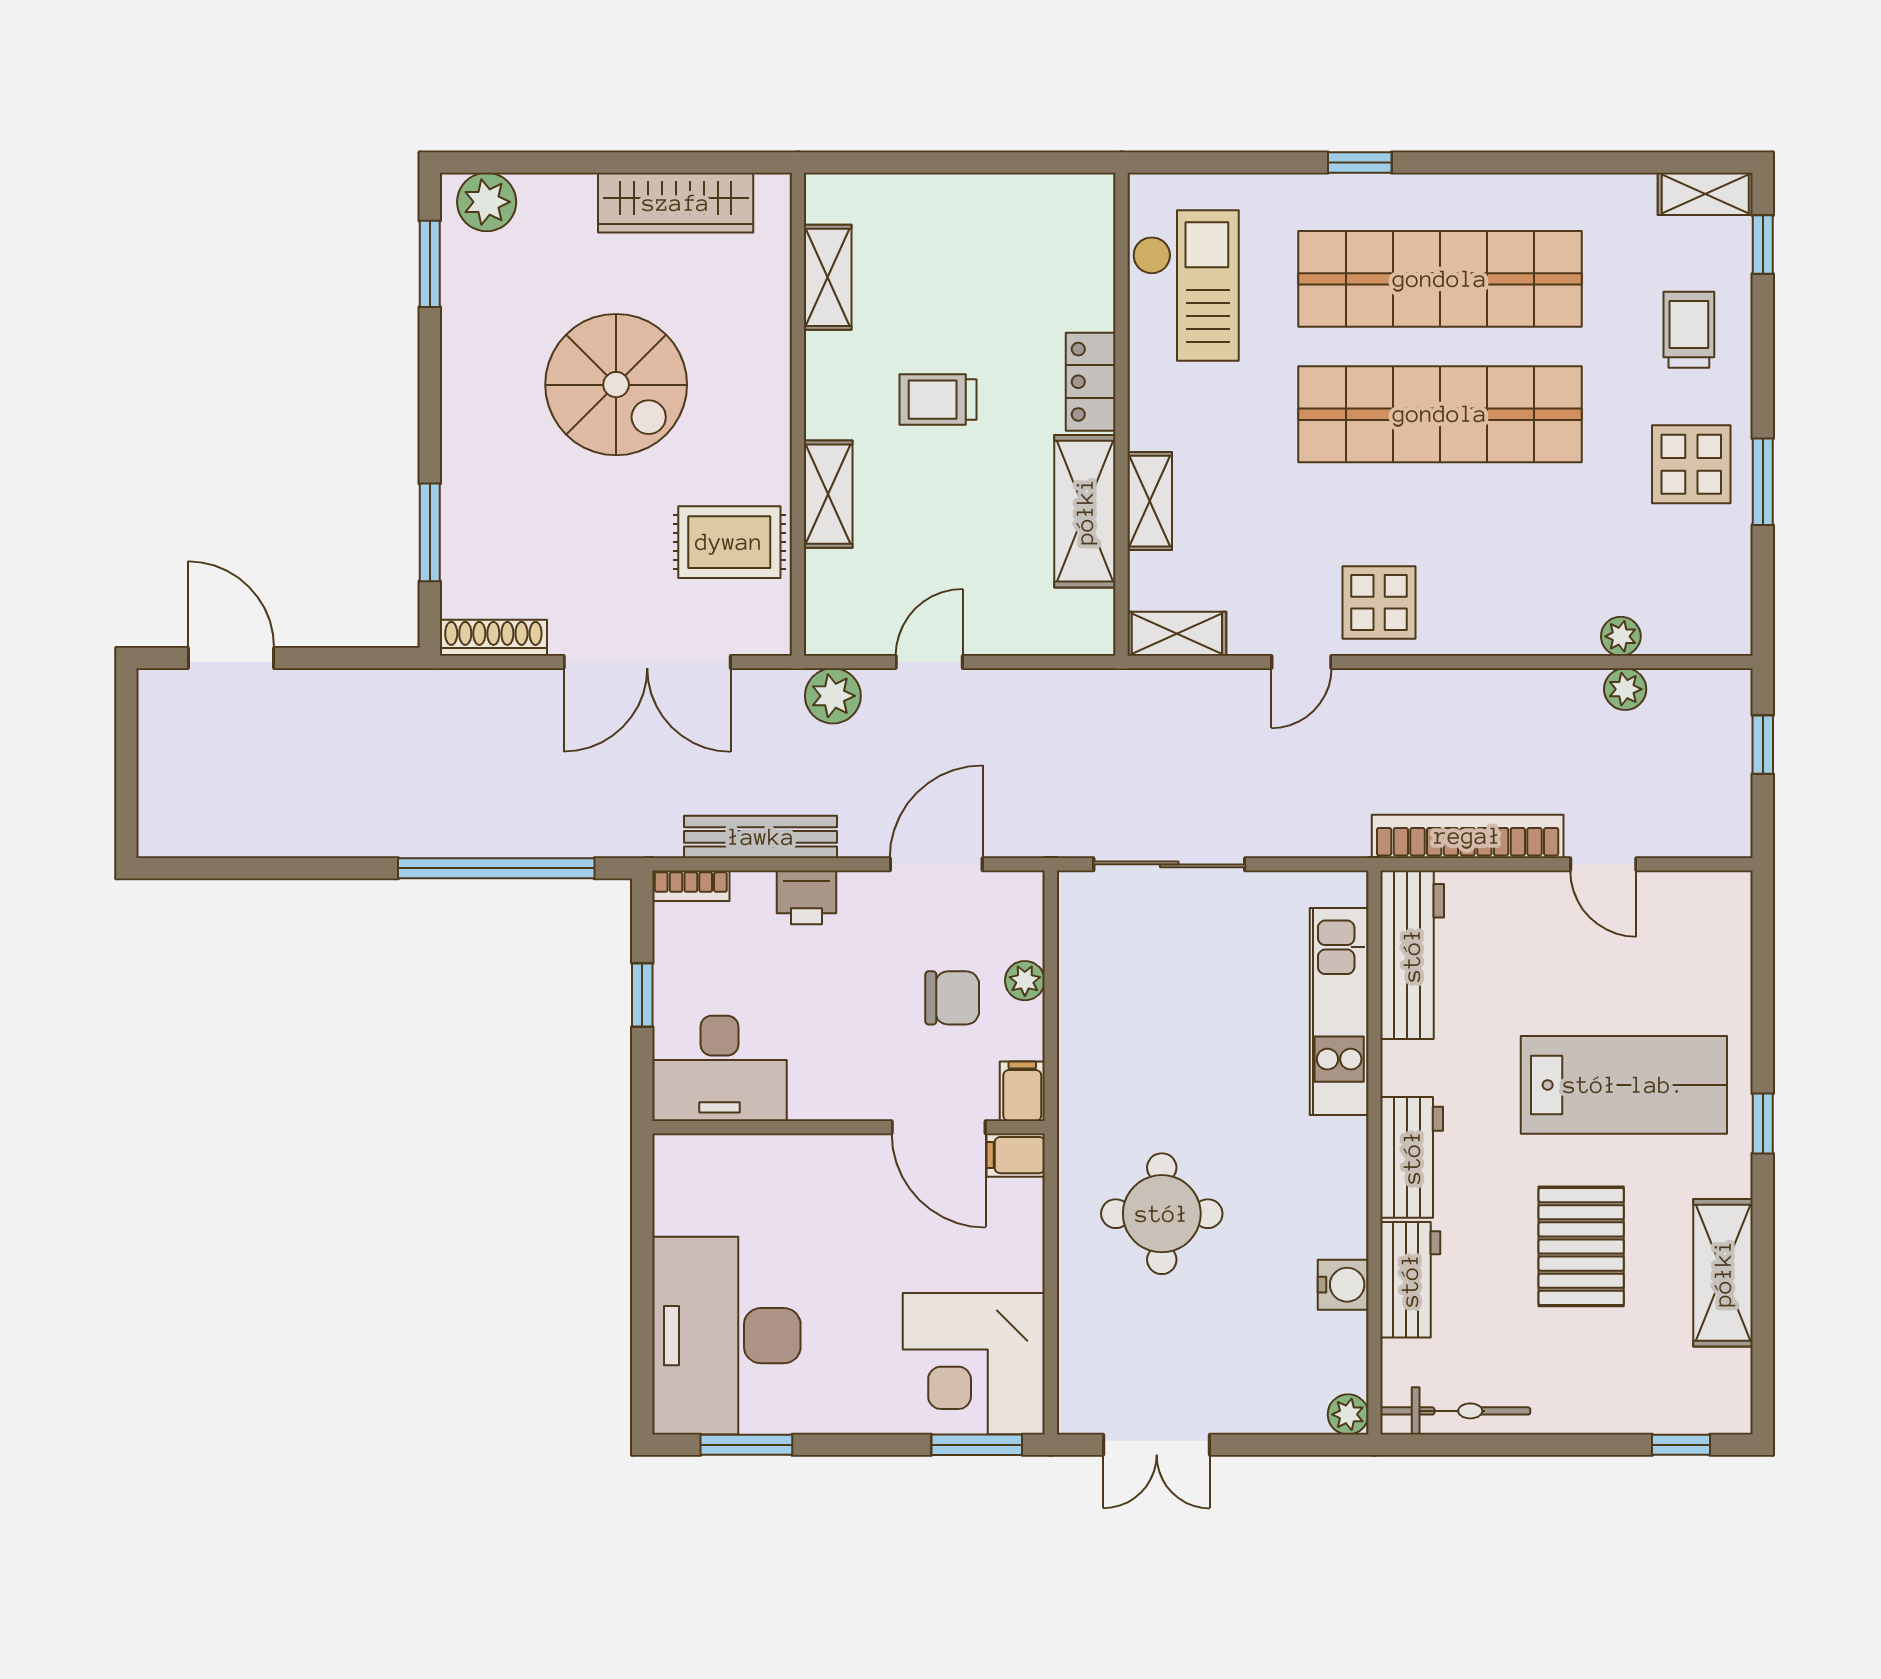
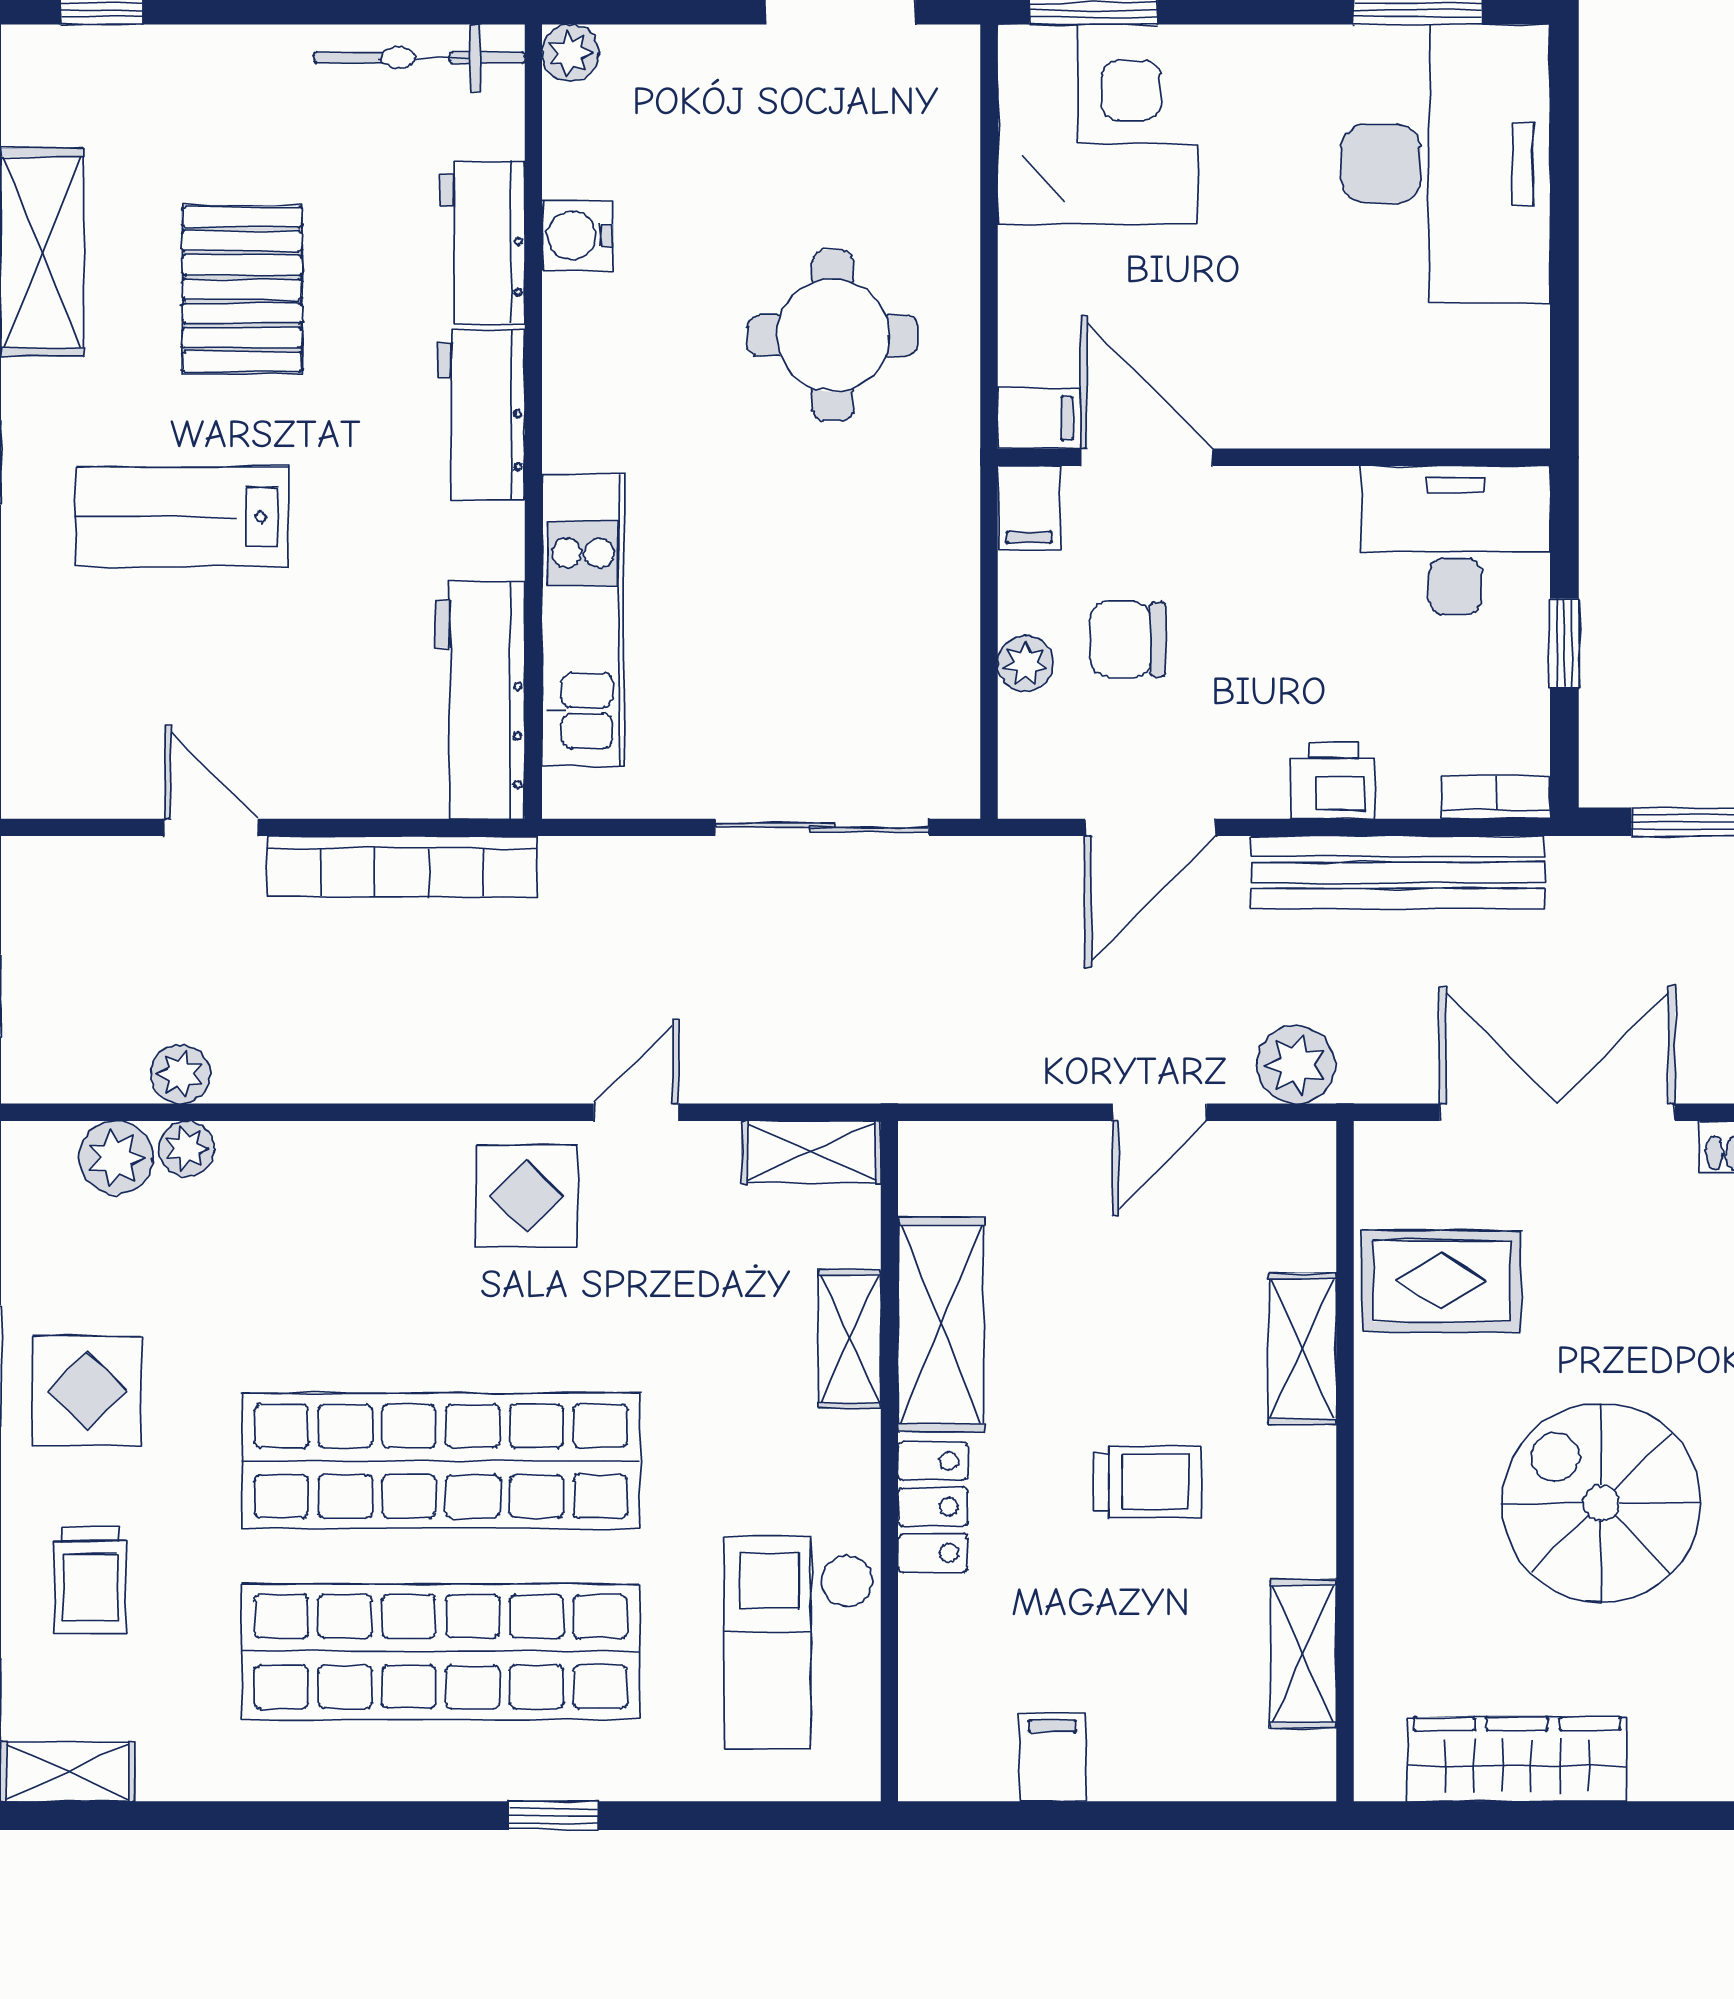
filing cabinet: (1006, 204) -> (1052, 1757), added
plant: (1671, 630) -> (116, 1158), added
bench: (761, 837) -> (1398, 873), width x1.37, depth x1.21
lab bench: (1624, 1085) -> (182, 517), width x0.73, depth x0.72

